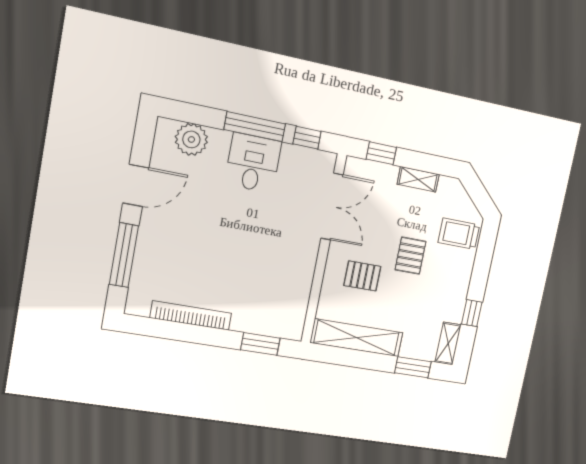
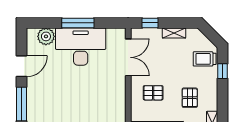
window: (307, 138) -> (107, 23), removed
desk: (253, 163) -> (81, 47), width x1.87, depth x1.30
pallet: (410, 256) -> (190, 98), moved
window: (472, 313) -> (223, 71), moved

